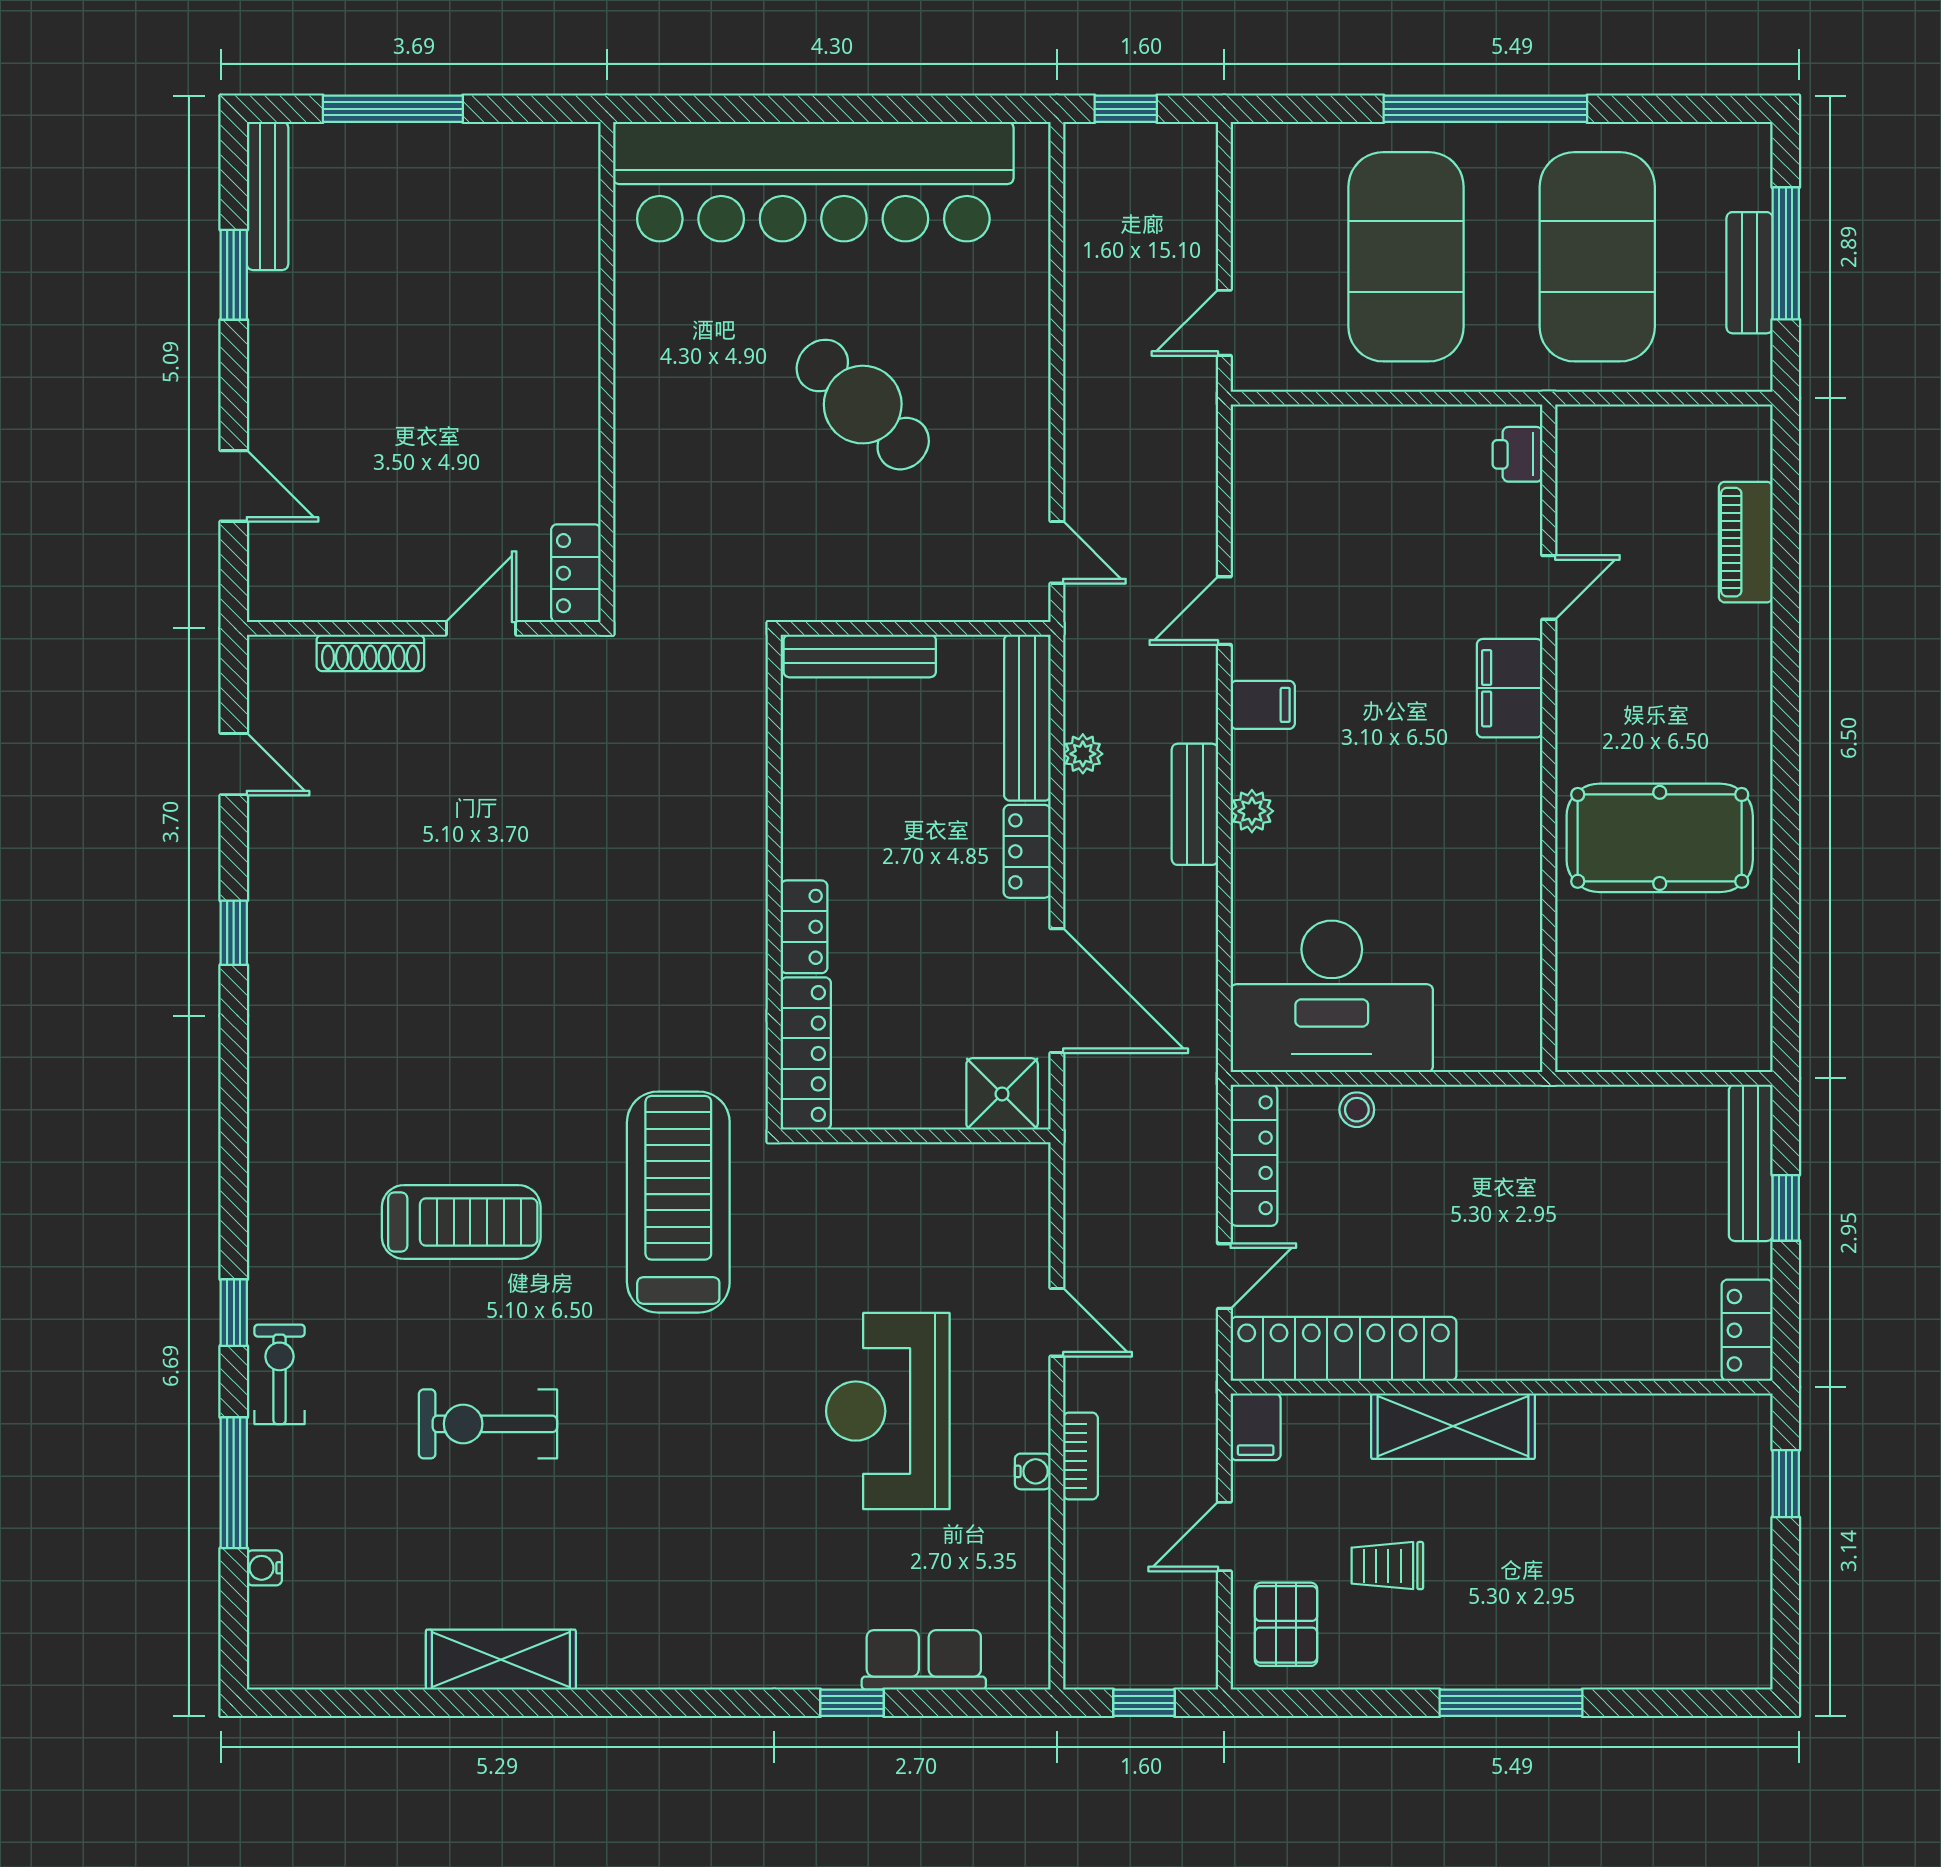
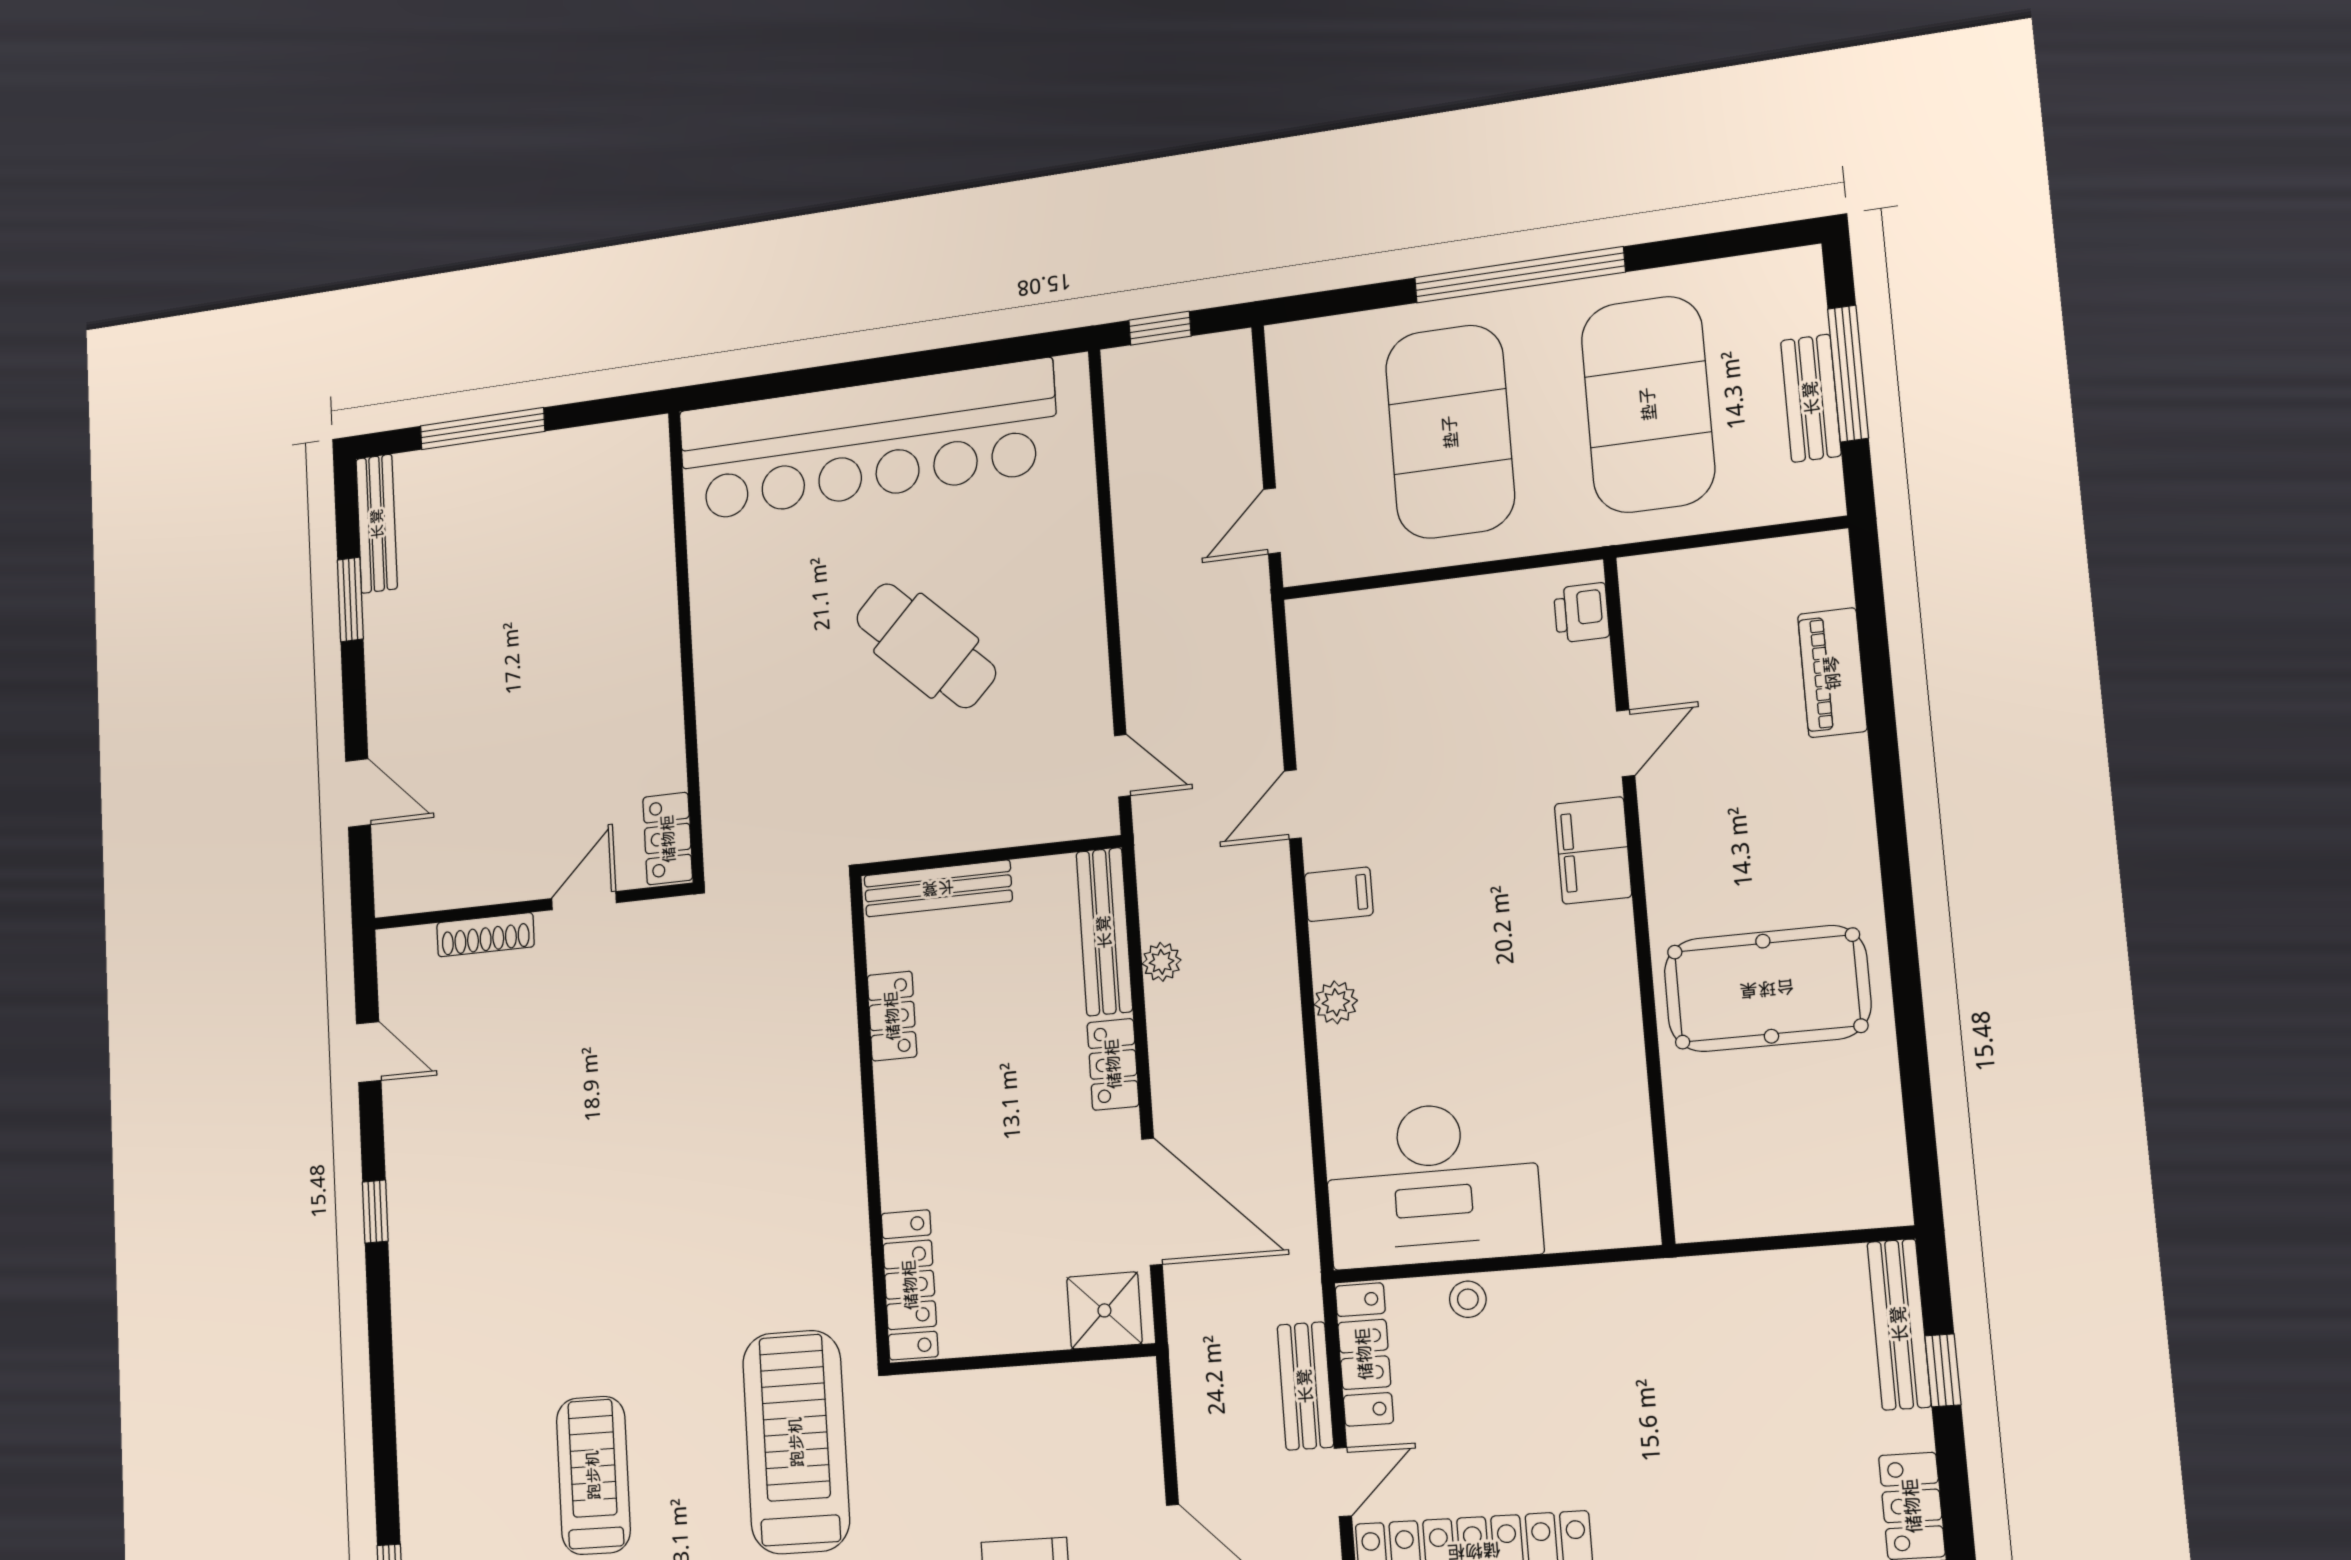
bench: (1195, 804) -> (1305, 1386), moved
locker: (804, 927) -> (892, 1016), moved
treadmill: (461, 1222) -> (593, 1475), turned -90

